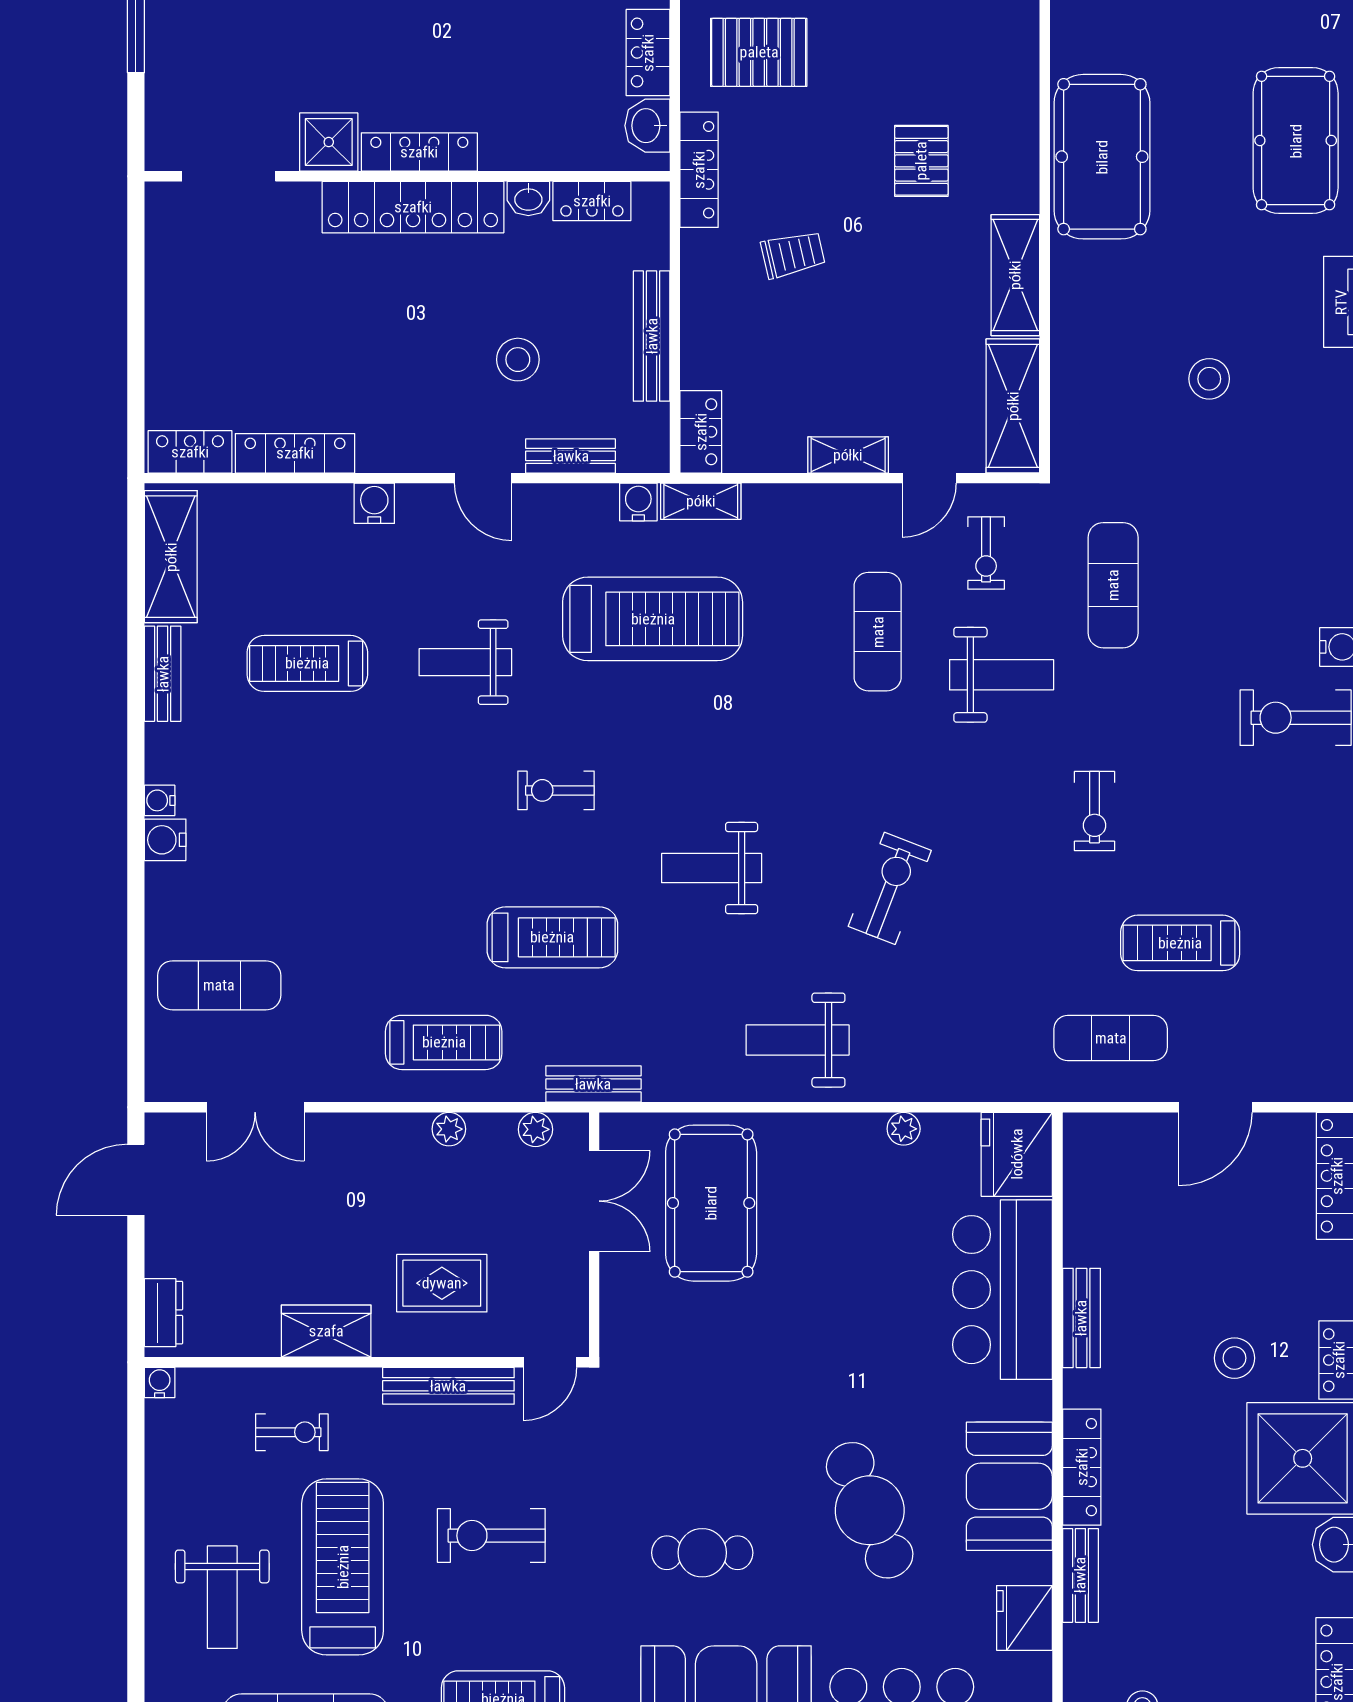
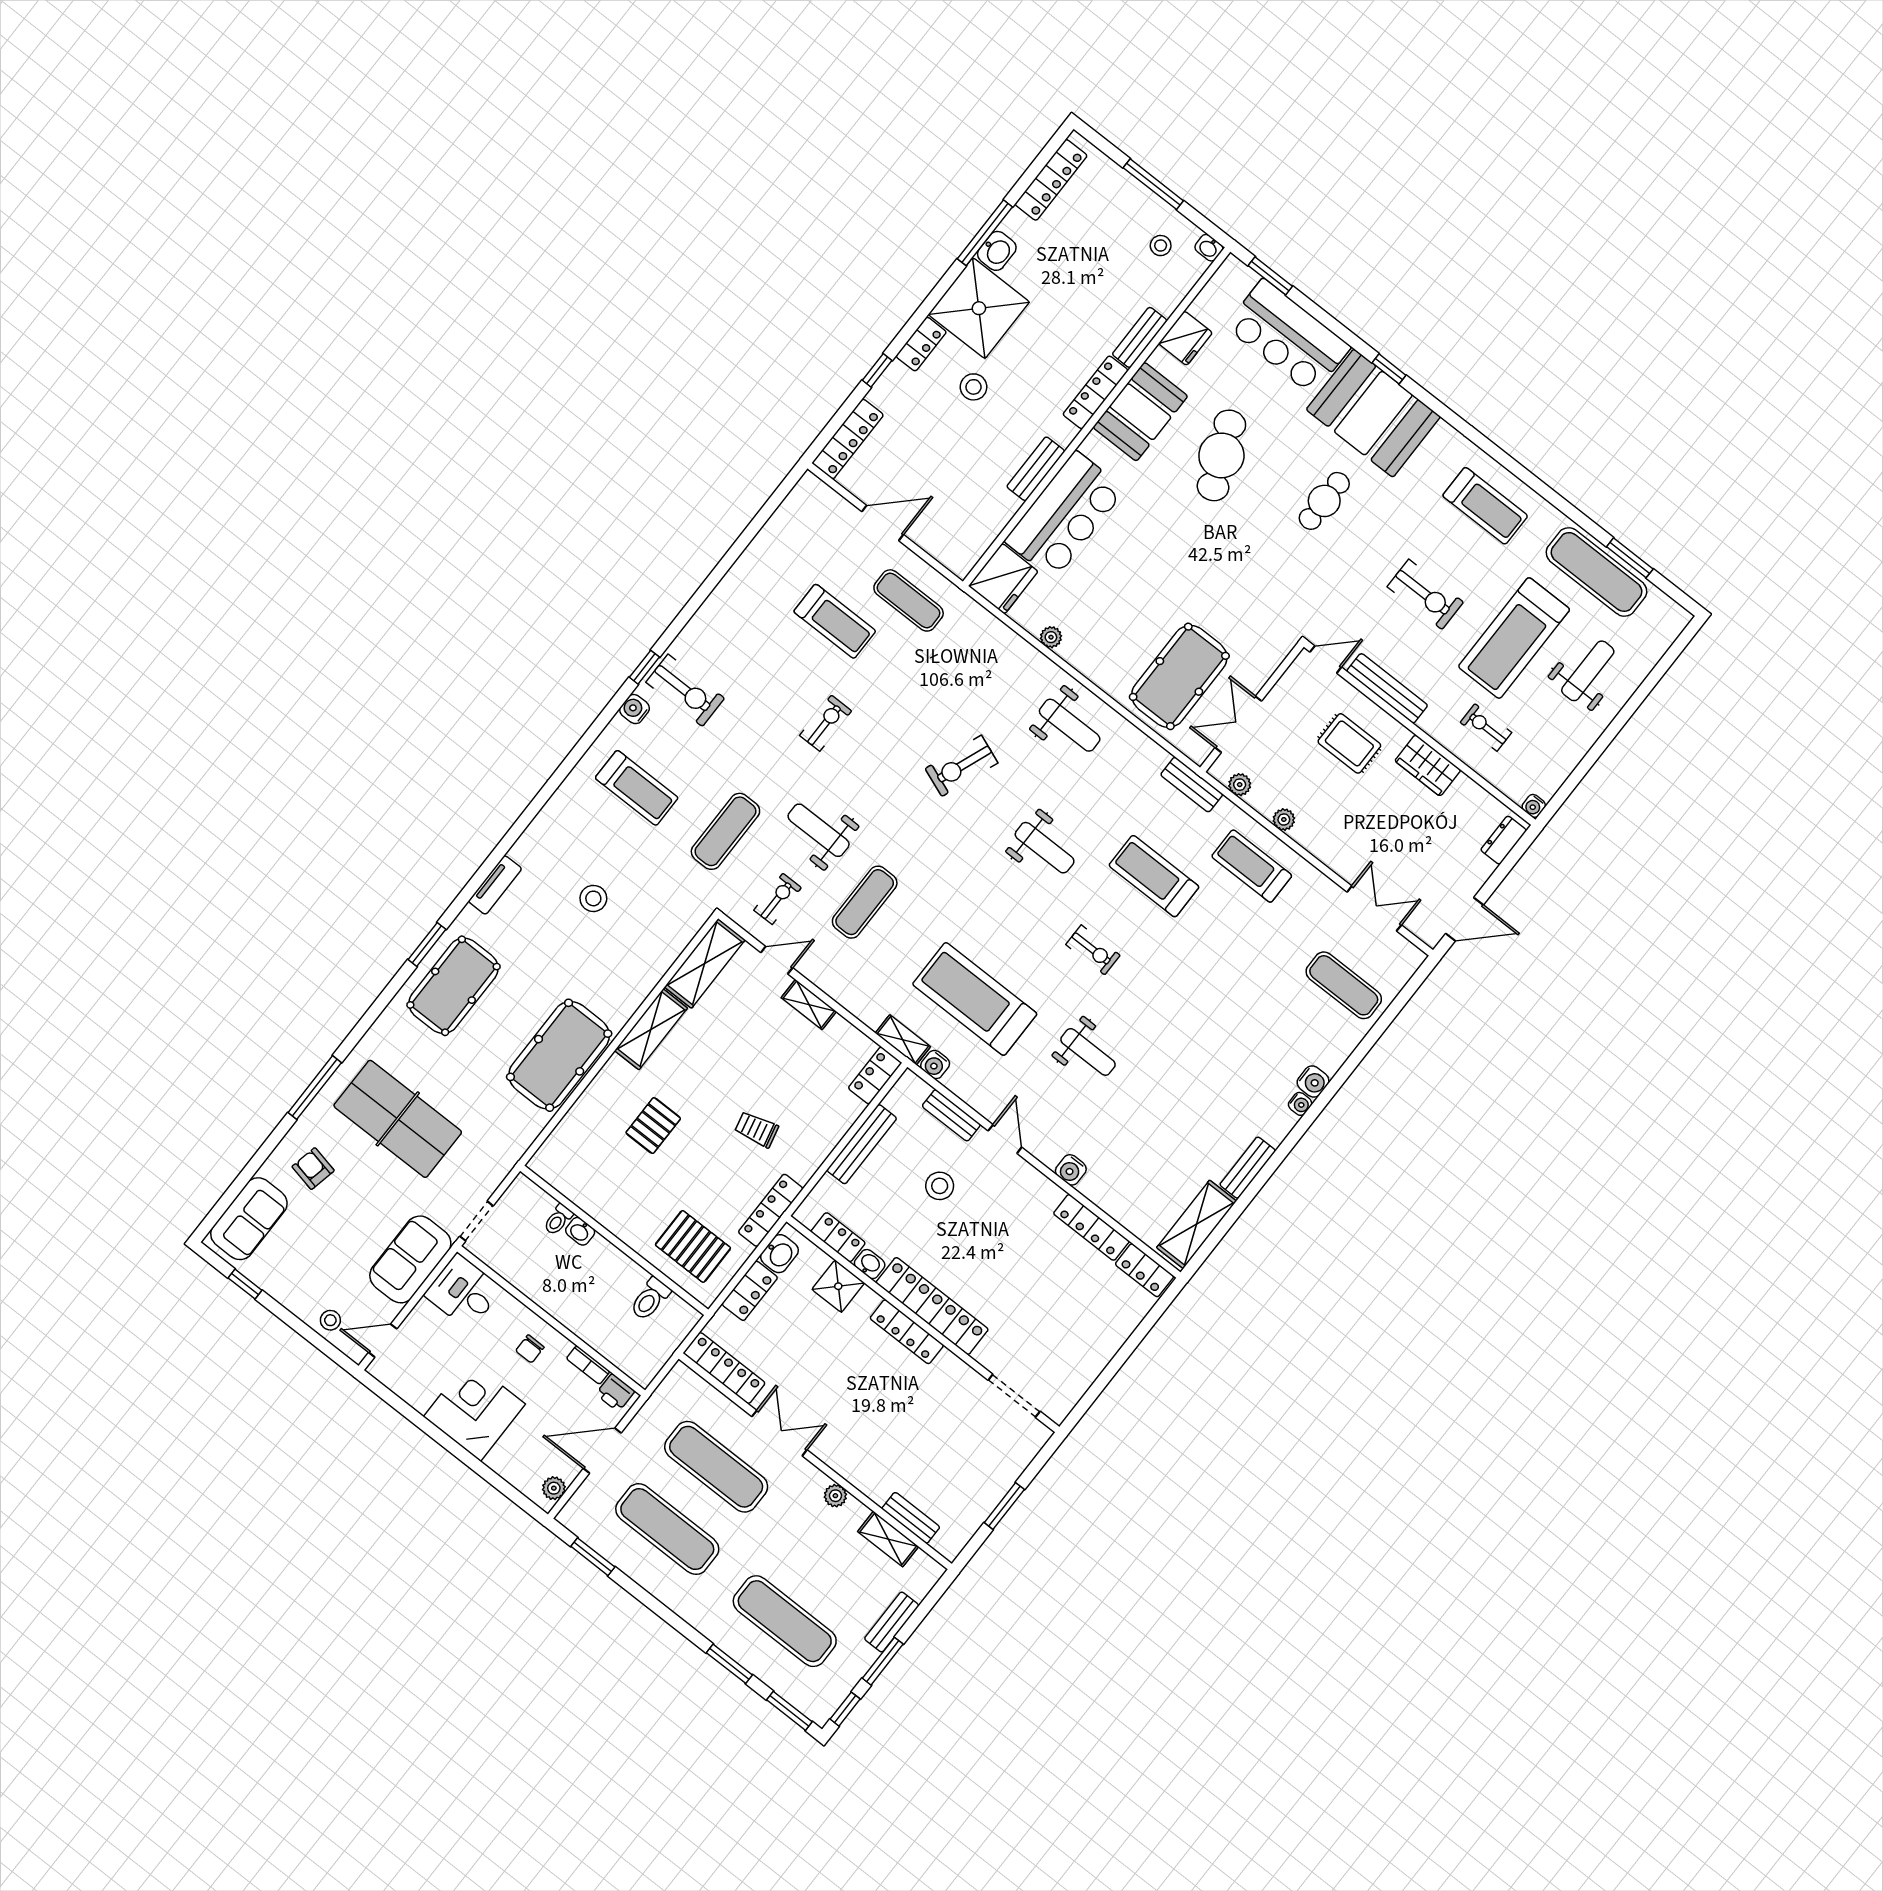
shower: (329, 142) -> (838, 1286), moved
treadmill: (307, 663) -> (637, 788), moved
cafe table: (702, 1553) -> (1324, 501), turned 90

